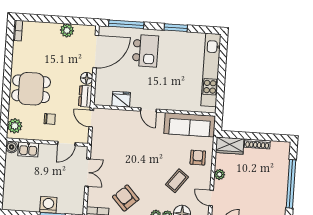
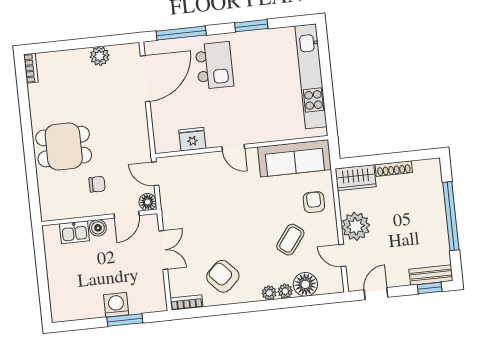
floor lamp: (87, 78) -> (148, 202), moved
dresser: (85, 96) -> (141, 144), removed
plant: (15, 126) -> (50, 202), removed
boiler: (12, 147) -> (98, 228), moved
plant: (219, 174) -> (356, 226), width x1.87, depth x1.87

